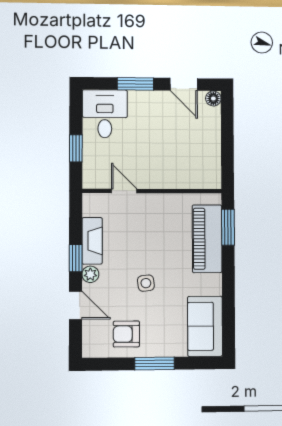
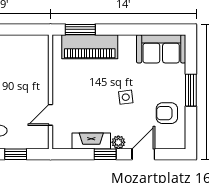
armchair: (126, 334) -> (167, 113), turned 90

